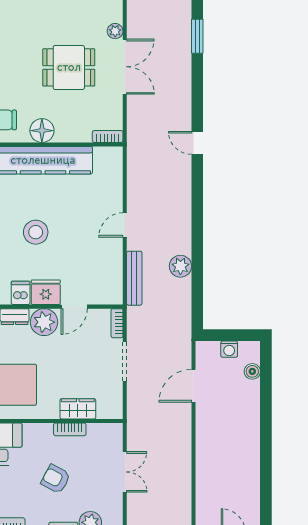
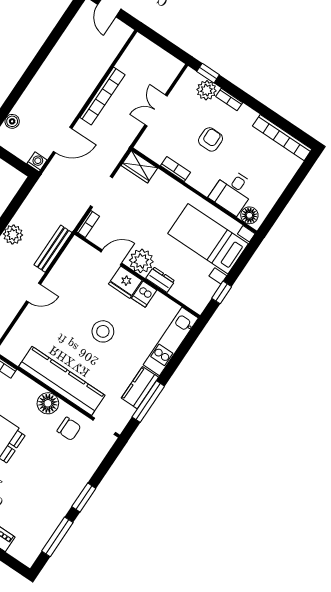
washing machine: (229, 349) -> (37, 162), moved
wardrobe: (78, 409) -> (139, 167), moved
bookcase: (184, 452) -> (102, 96), added
armchair: (56, 479) -> (211, 139), turned -118

